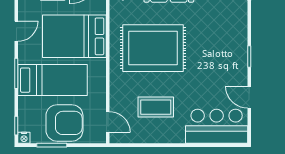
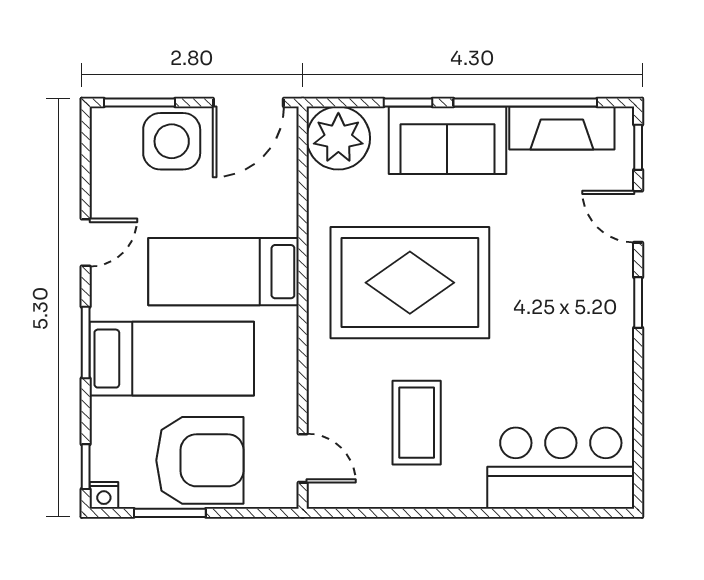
bed: (74, 36) -> (224, 272), width x0.67
door: (249, 97) -> (638, 217), moved
coffee table: (156, 107) -> (417, 423), turned 90

